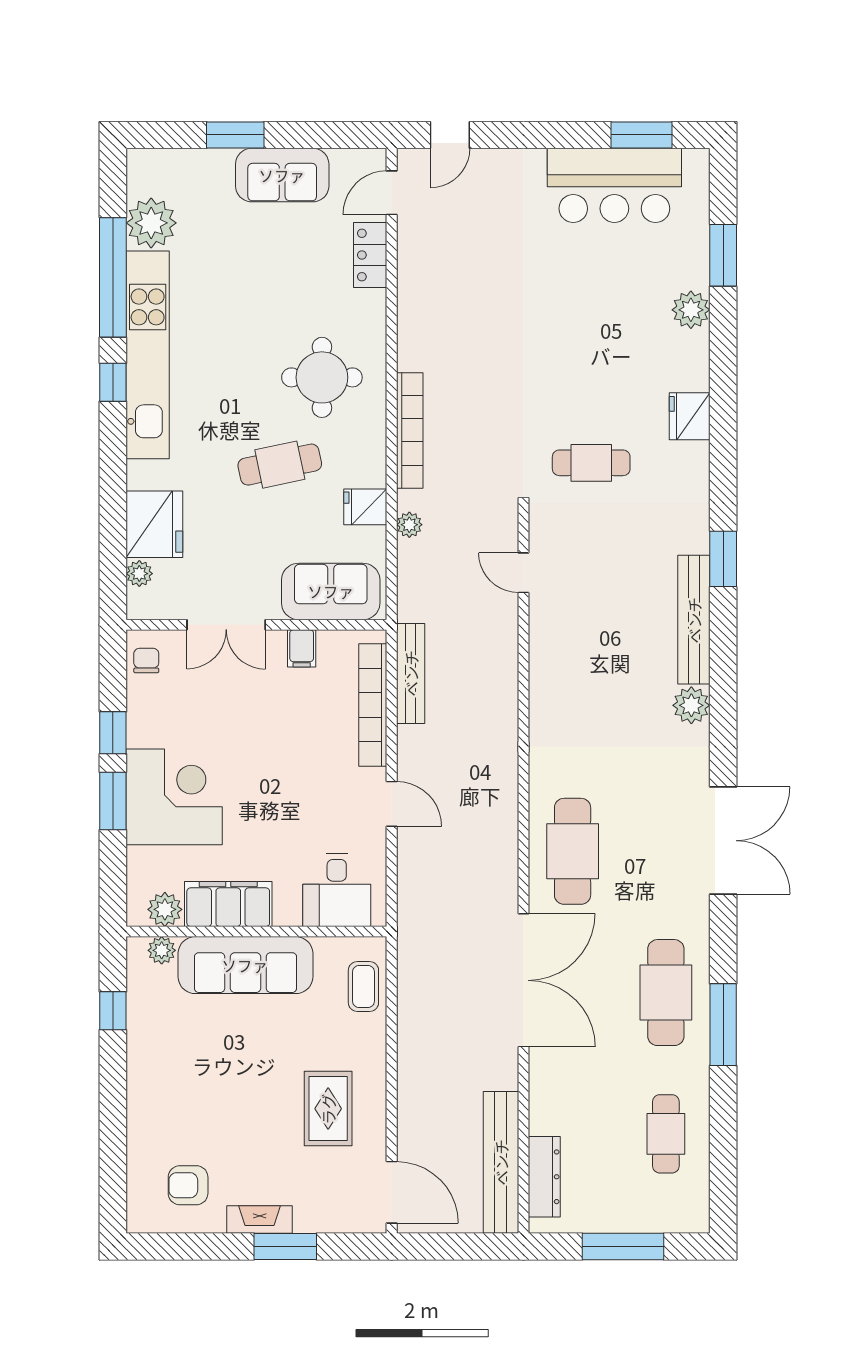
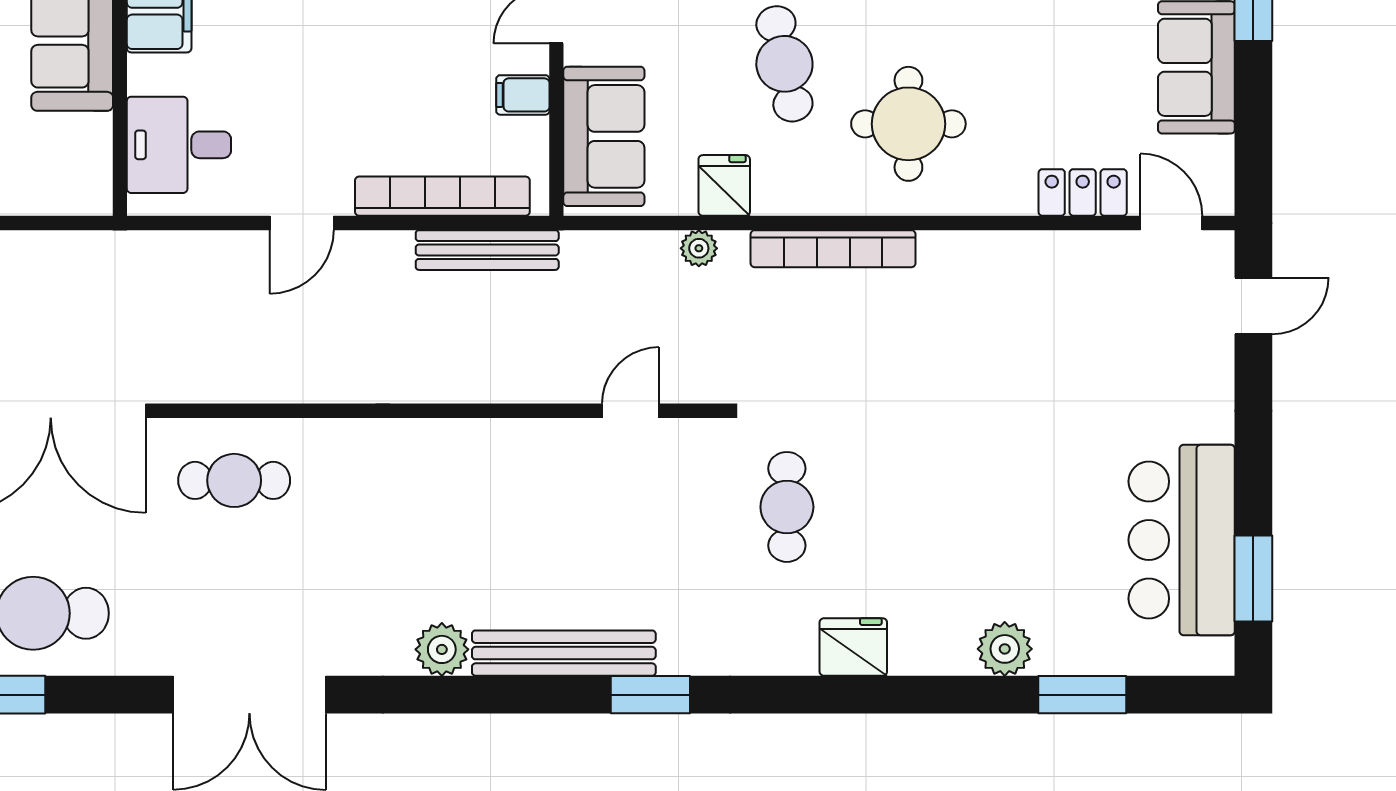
door: (450, 135) -> (1253, 306), swing flipped
cafe table: (573, 851) -> (234, 480), width x0.73, depth x0.74
coffee table: (363, 986) -> (42, 183), removed

